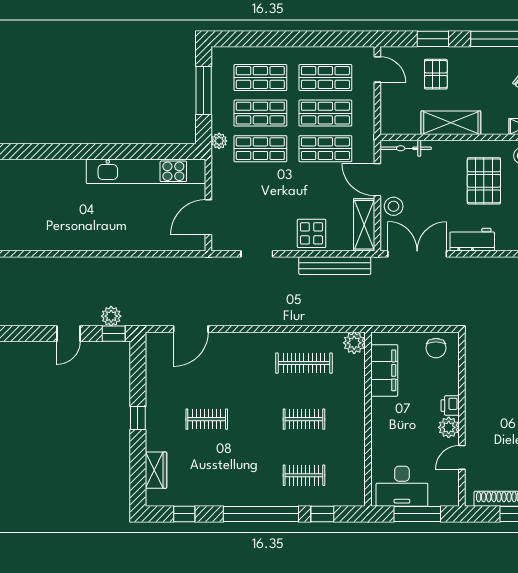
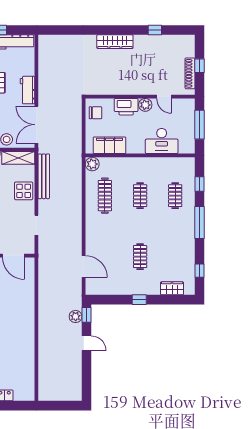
printer: (450, 406) -> (126, 107), width x1.87, depth x1.48
desk: (402, 486) -> (162, 141), moved, turned 90
window: (261, 514) -> (200, 223), width x0.68

